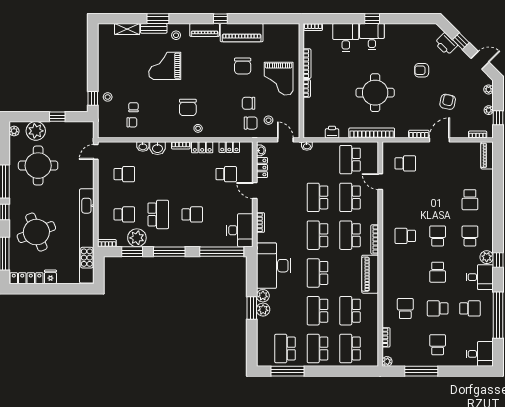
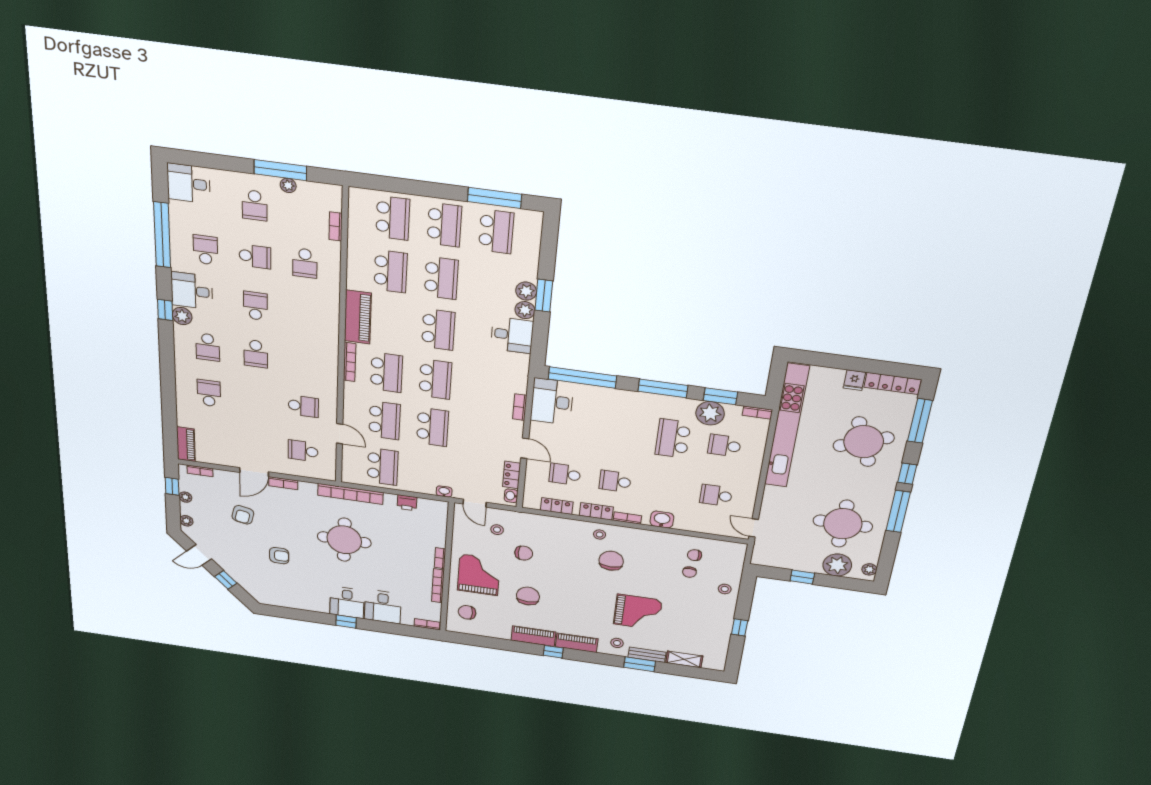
piano: (242, 33) -> (533, 636), width x0.73, depth x0.75
printer: (446, 44) -> (246, 580), removed
window: (93, 98) -> (740, 627), moved
chair: (251, 123) -> (467, 612), moved
washbasin: (143, 147) -> (683, 525), removed
door: (96, 152) -> (754, 528), swing flipped
school desk: (192, 214) -> (615, 481), moved
school desk: (405, 236) -> (303, 406), moved
desk: (274, 266) -> (512, 335), width x0.53, depth x0.77
school desk: (470, 308) -> (205, 250), turned 90
plant: (387, 361) -> (288, 185), moved

